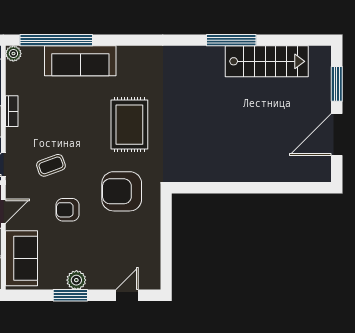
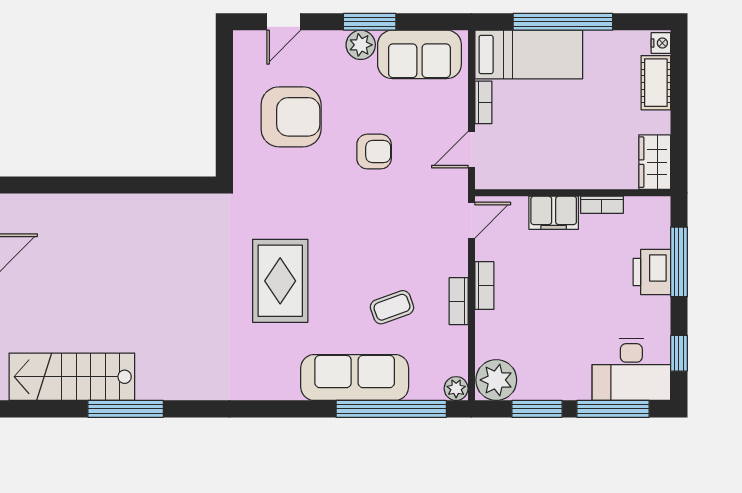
coffee table: (51, 165) -> (392, 307), moved
armchair: (122, 191) -> (291, 117), moved
sofa: (22, 258) -> (419, 54), moved, turned -90

